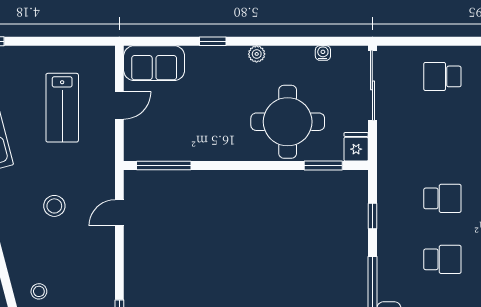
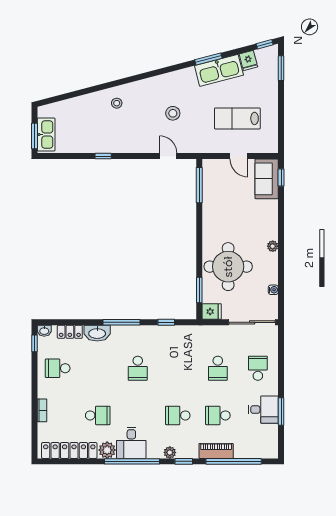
window: (213, 41) -> (281, 178), moved
school desk: (442, 198) -> (218, 368), moved

